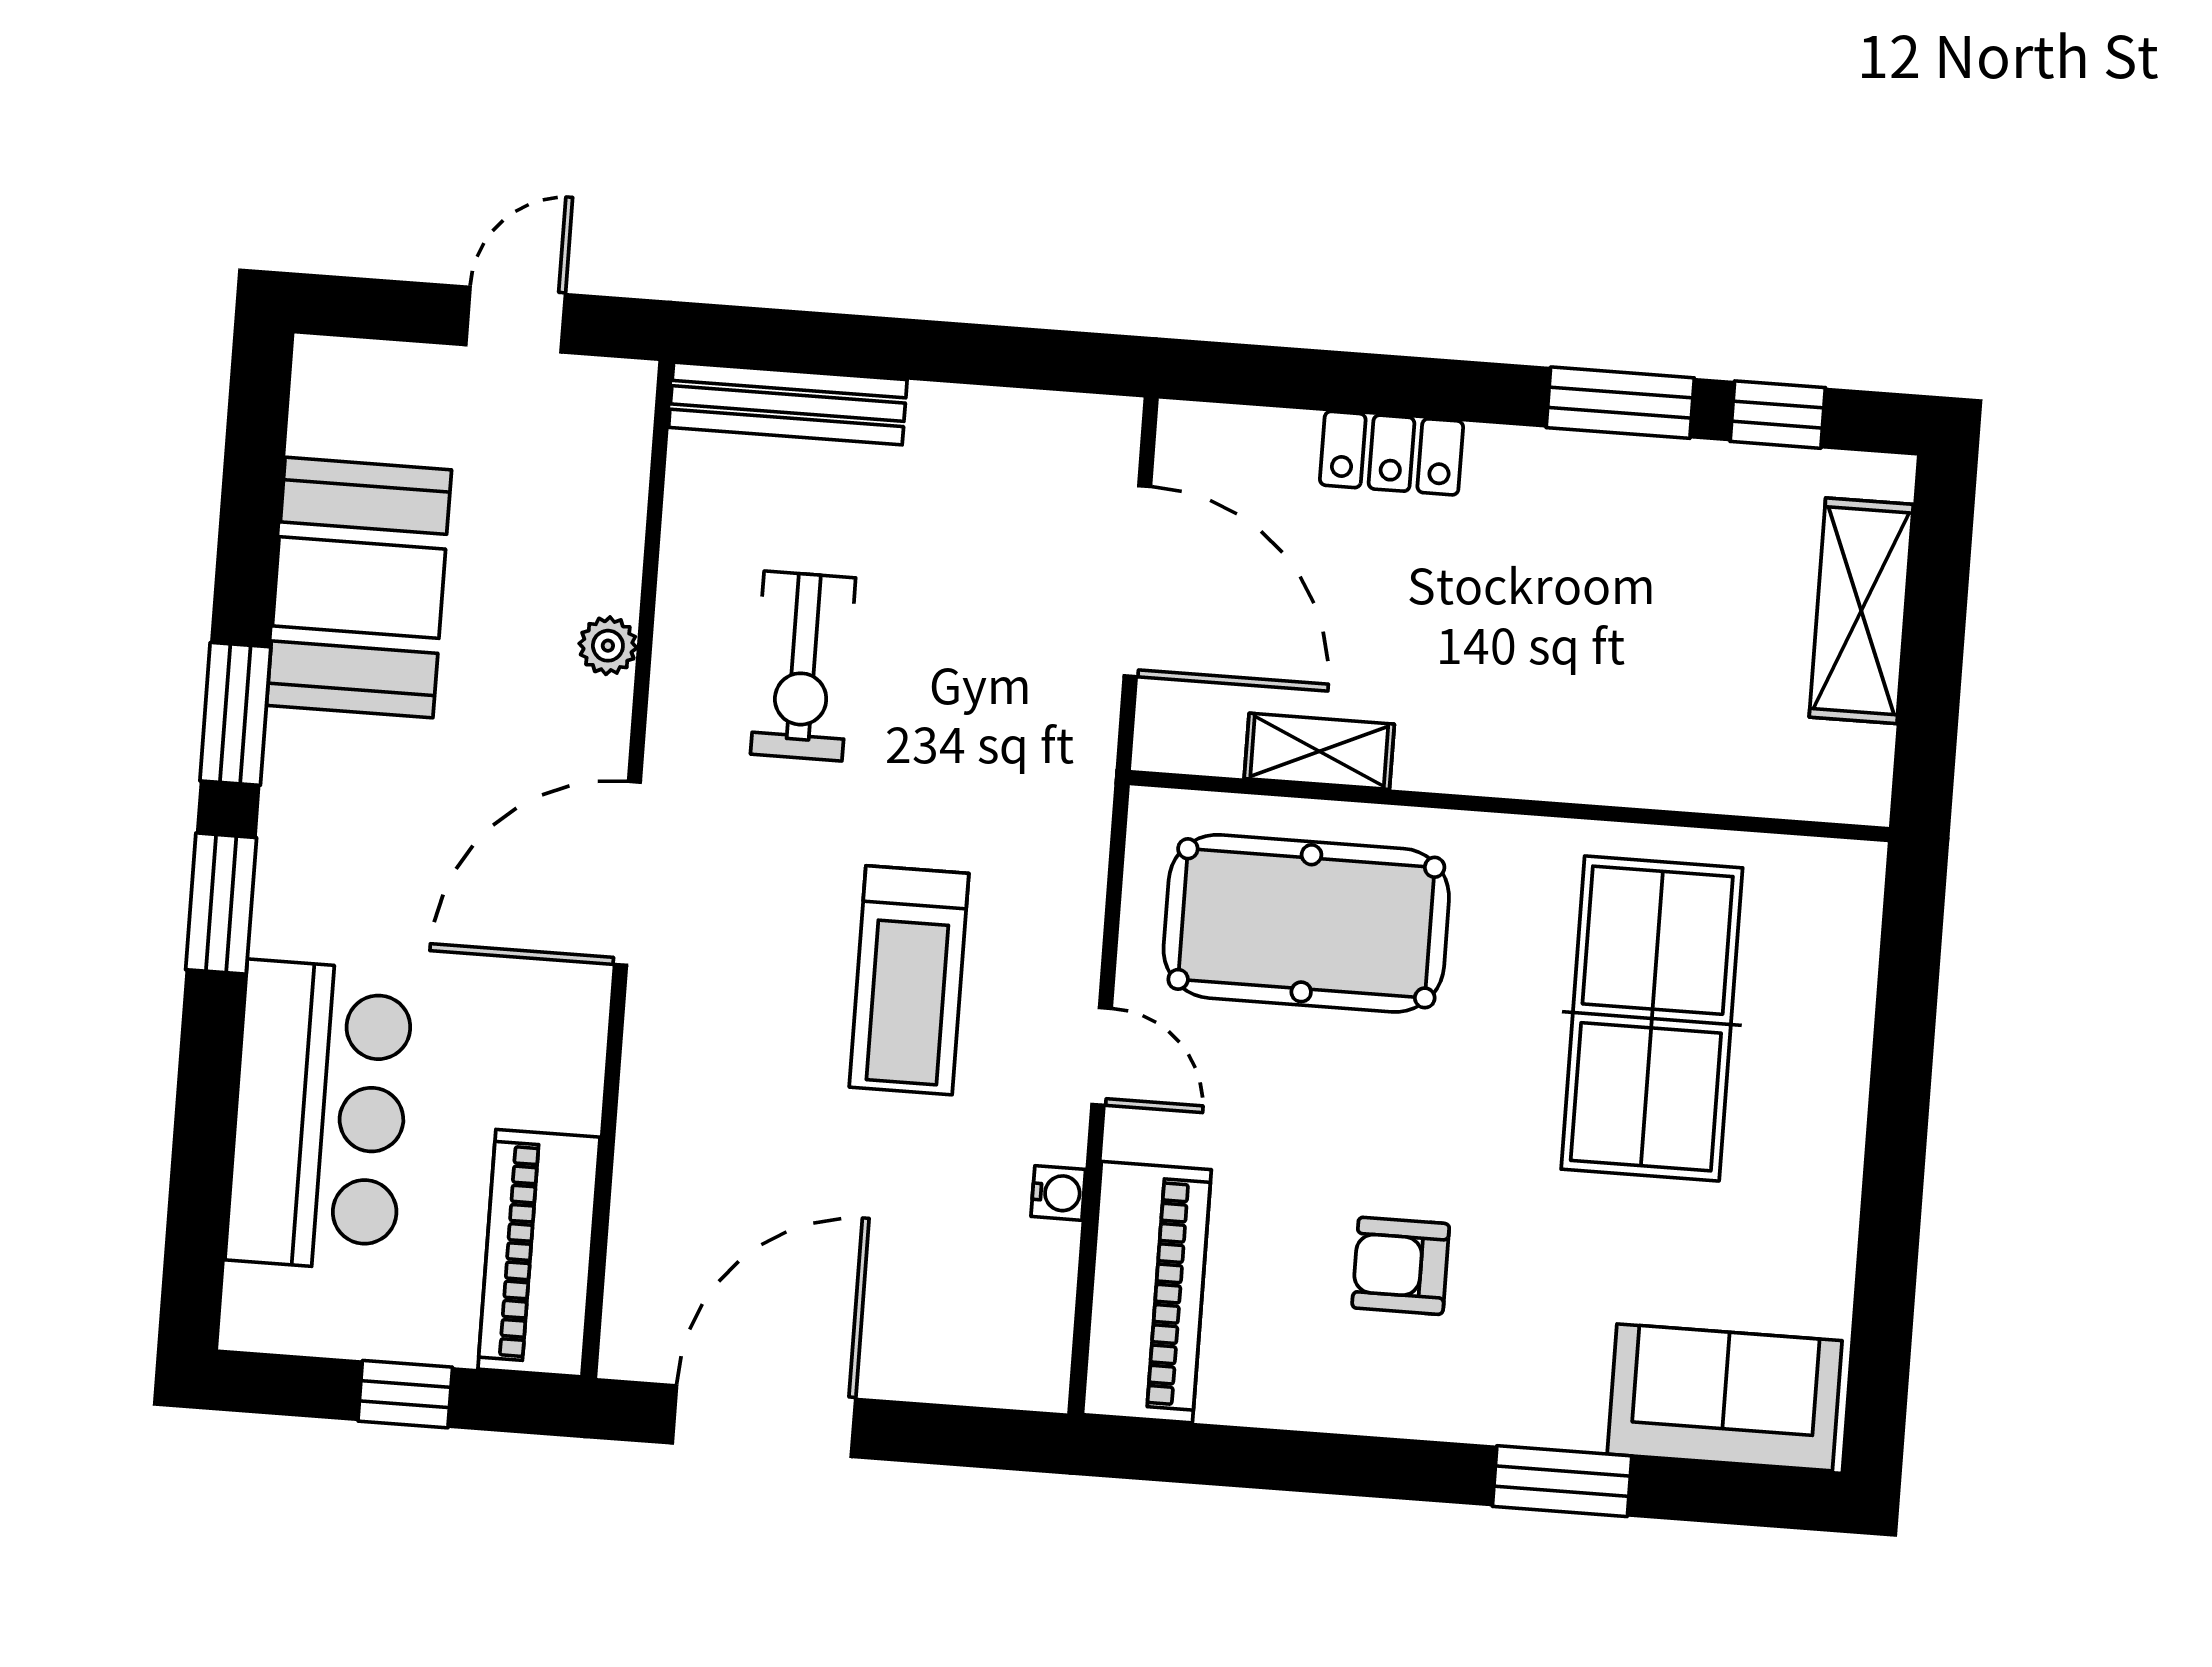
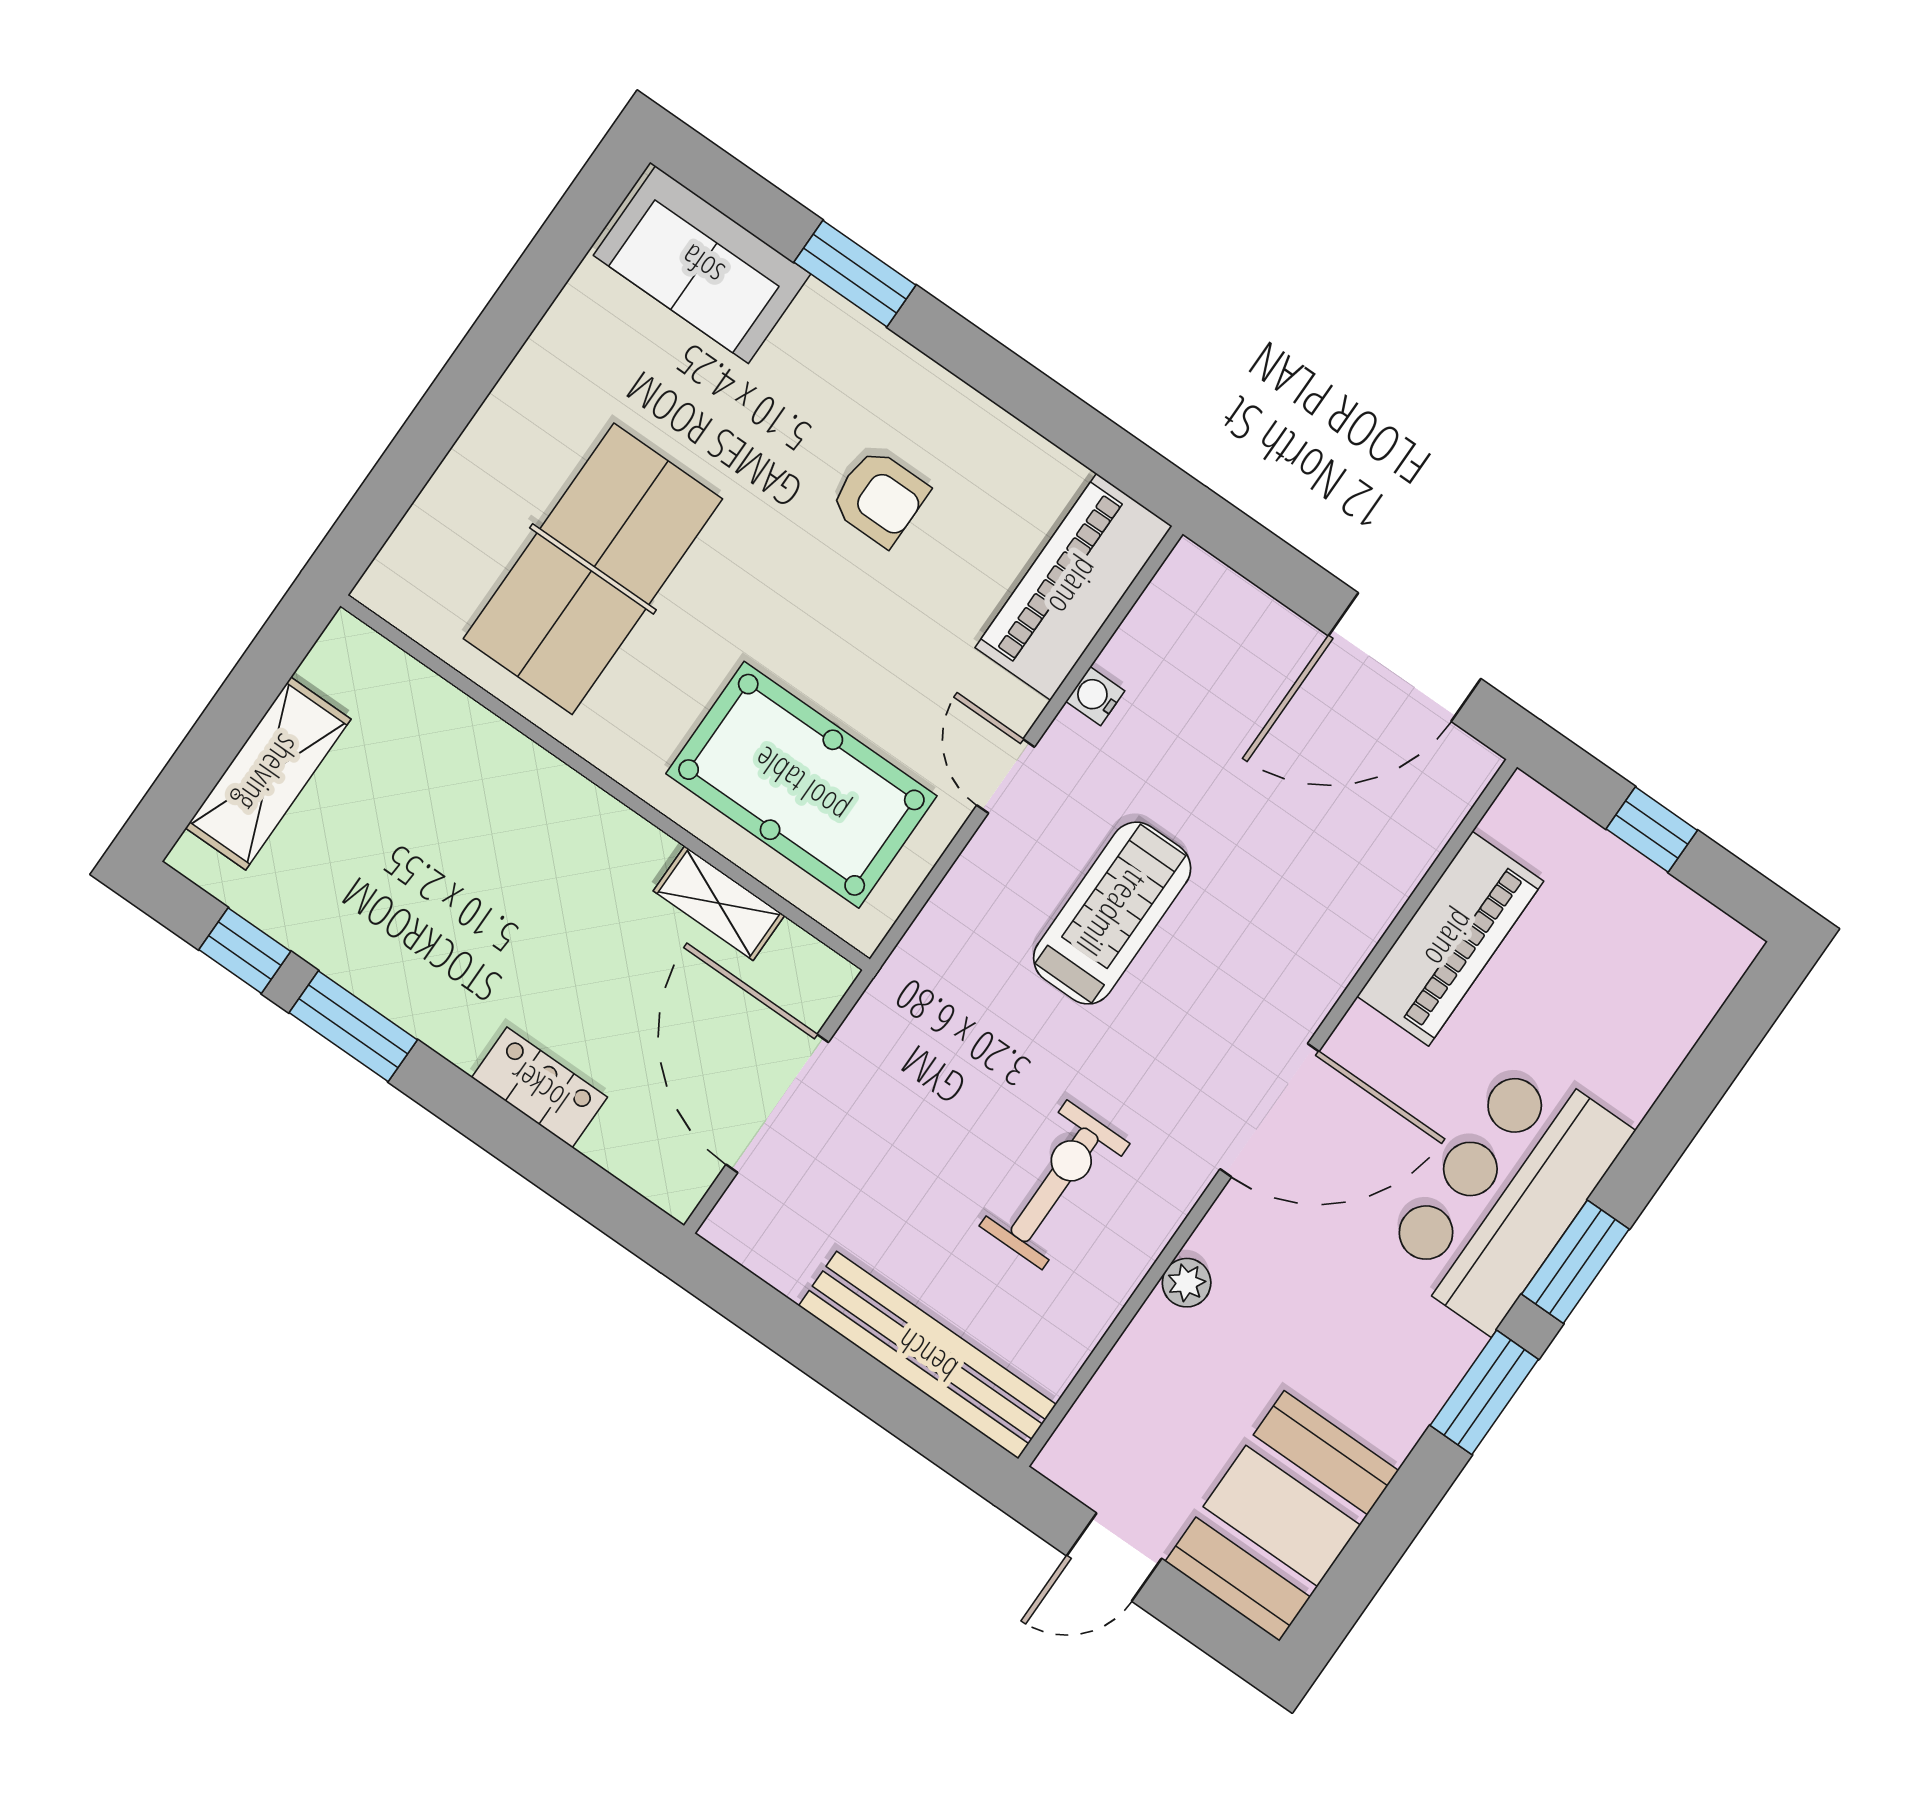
bench: (788, 403) -> (927, 1355), width x1.37, depth x1.21
booth: (359, 588) -> (1282, 1516), moved
bar counter: (320, 1116) -> (1506, 1194), moved
piano: (539, 1253) -> (1450, 939), moved

